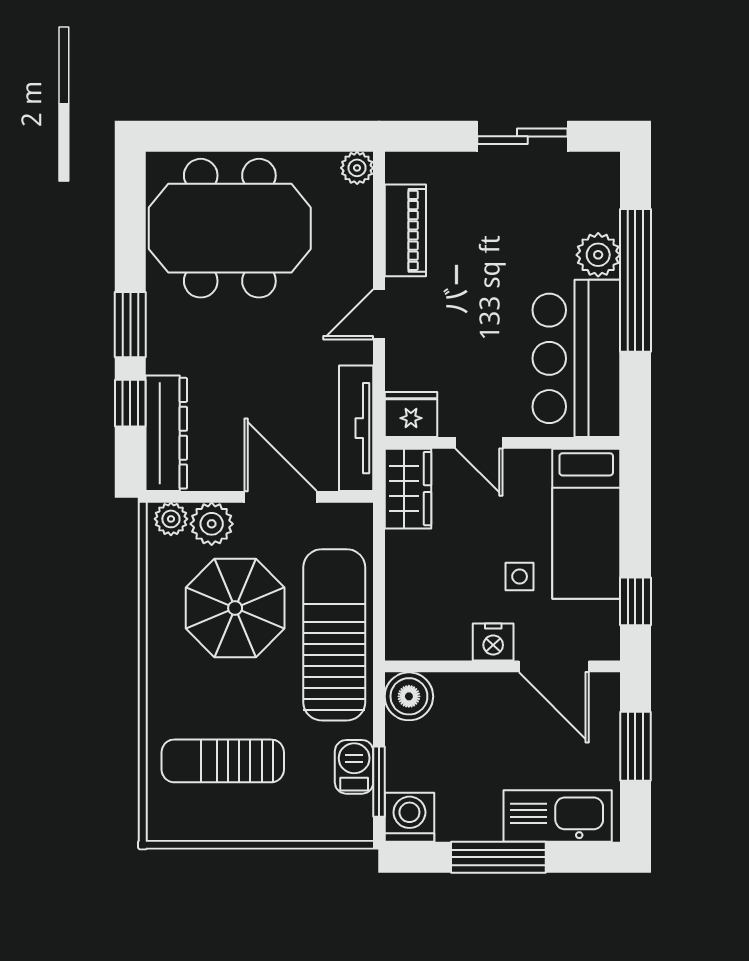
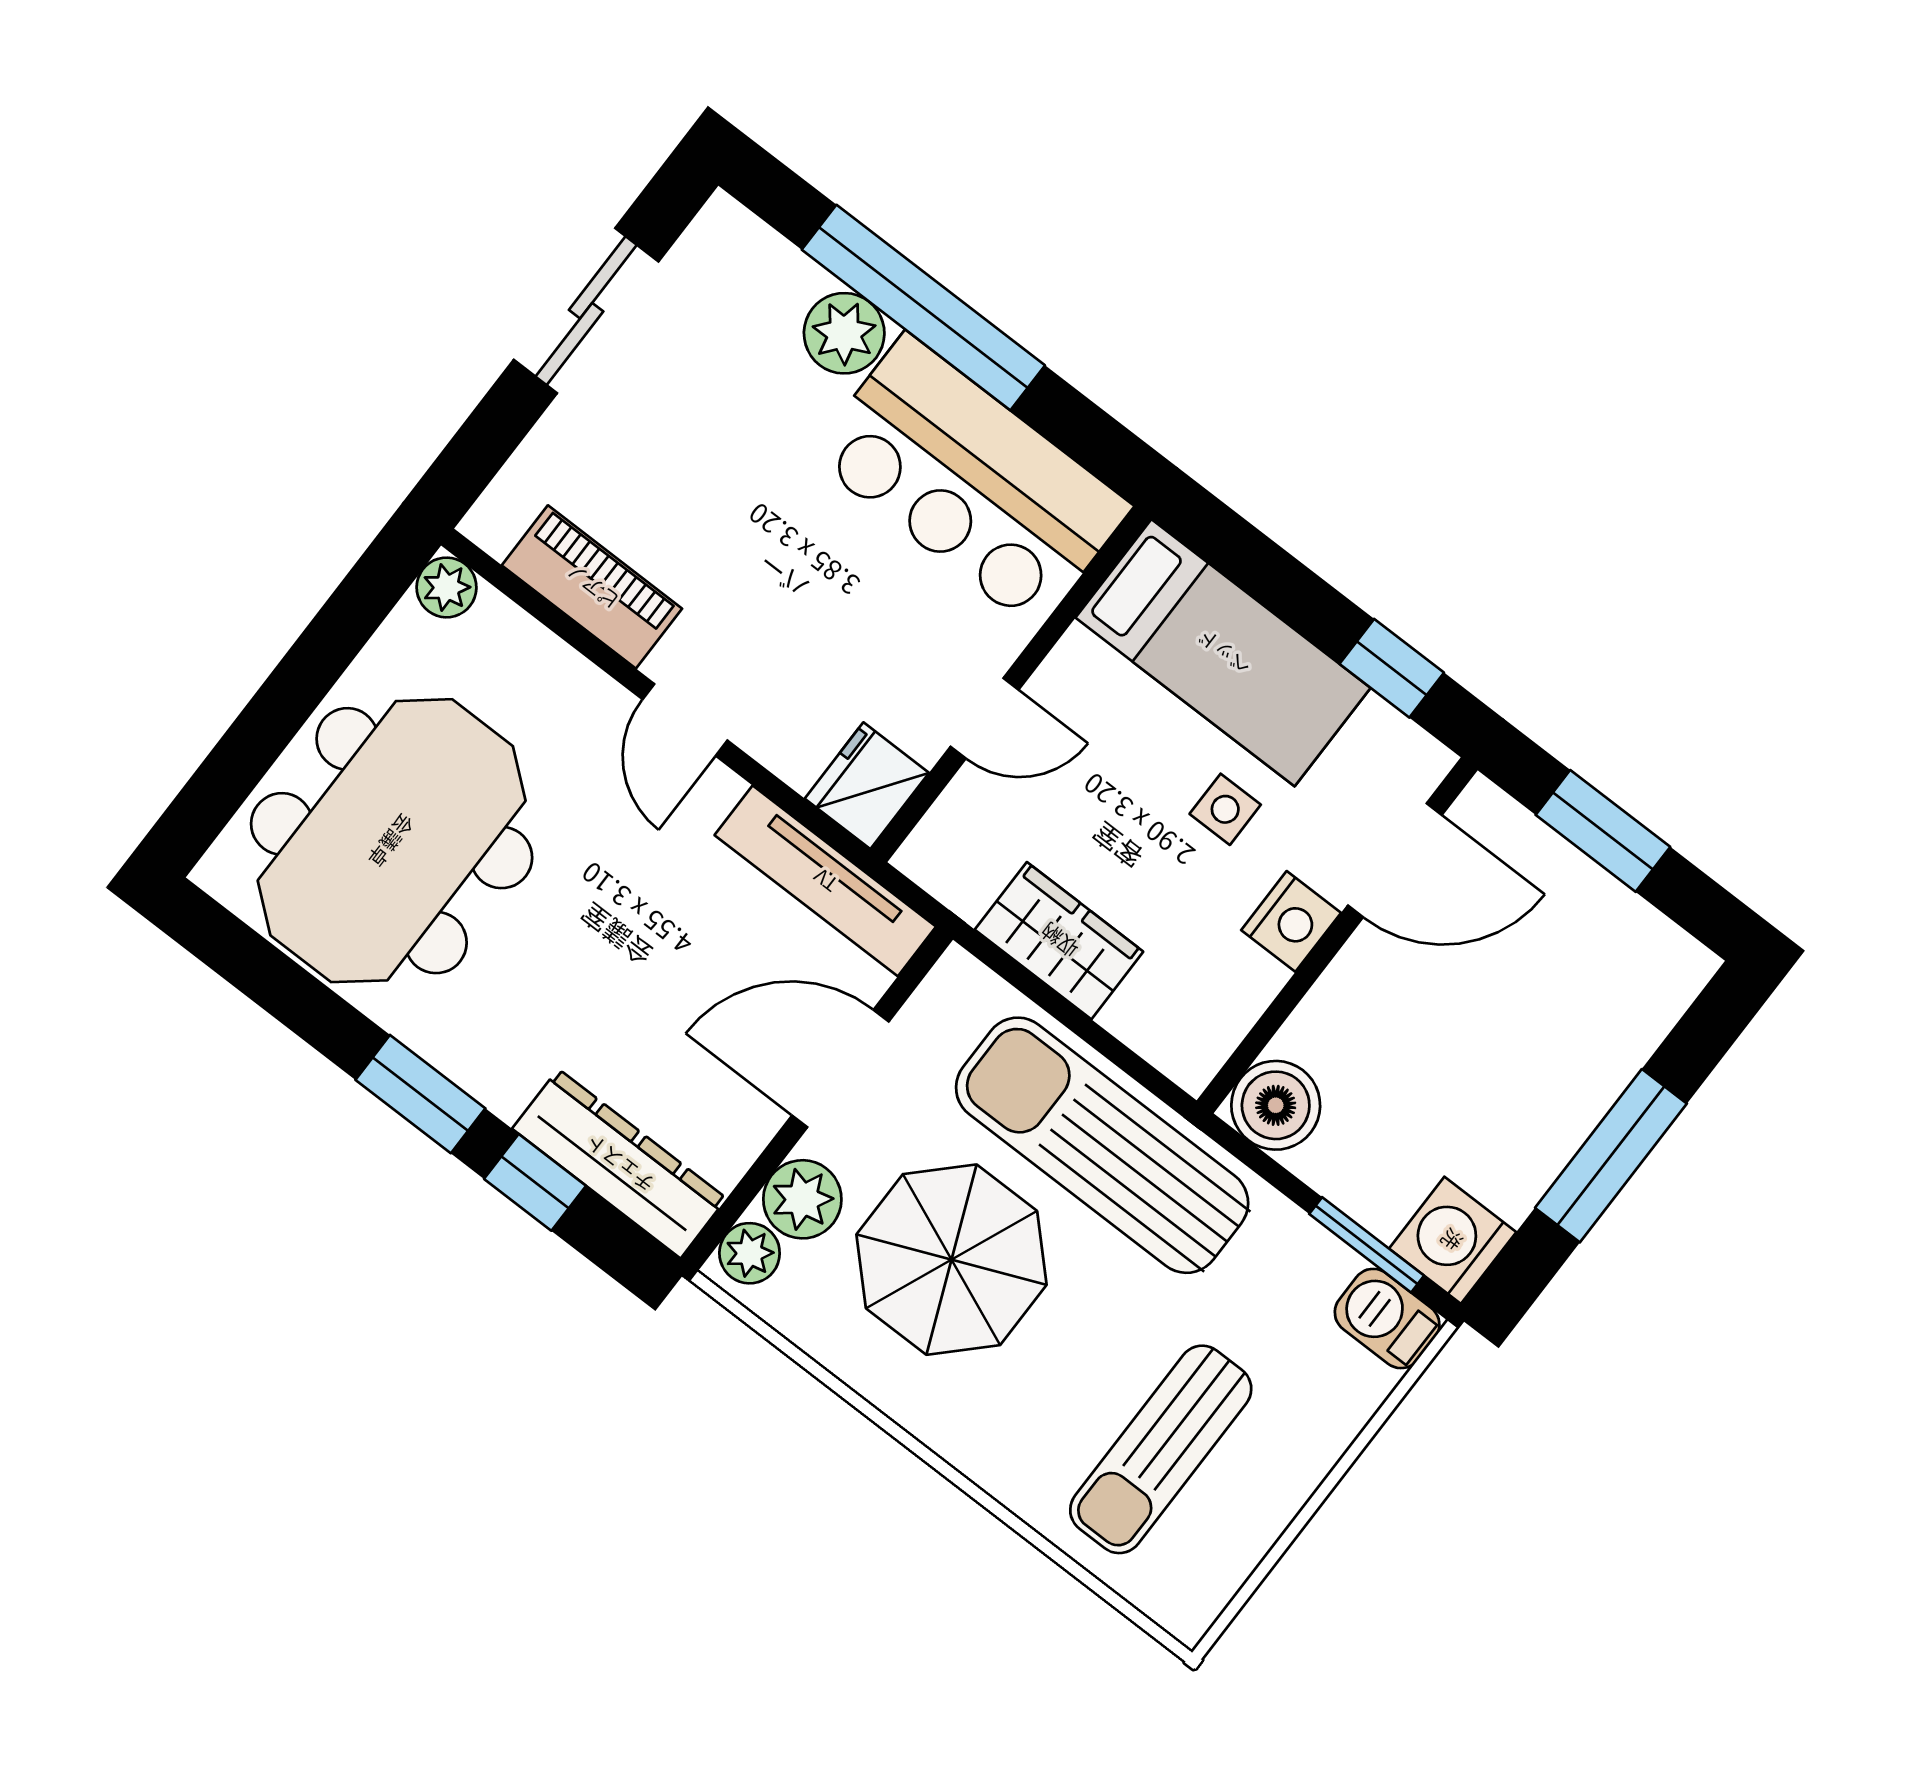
wardrobe: (408, 489) -> (1059, 941), moved
barbecue: (354, 767) -> (1387, 1319), moved
kitchen sink: (558, 816) -> (1617, 1023), removed

